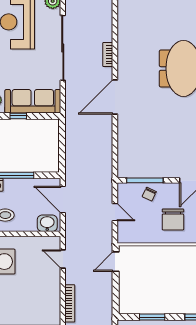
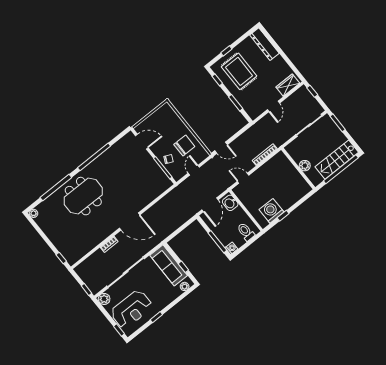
chair: (173, 219) -> (184, 145), moved
door: (63, 259) -> (243, 178), swing flipped

